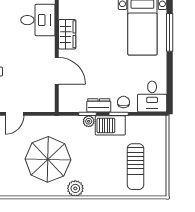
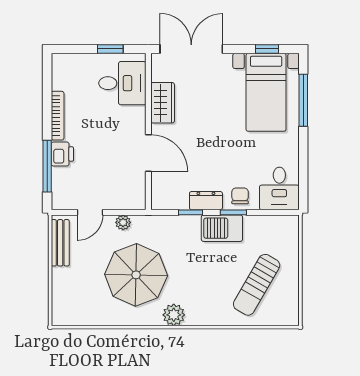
plant: (89, 121) -> (123, 222), moved
sun lounger: (136, 167) -> (257, 285), turned 30

